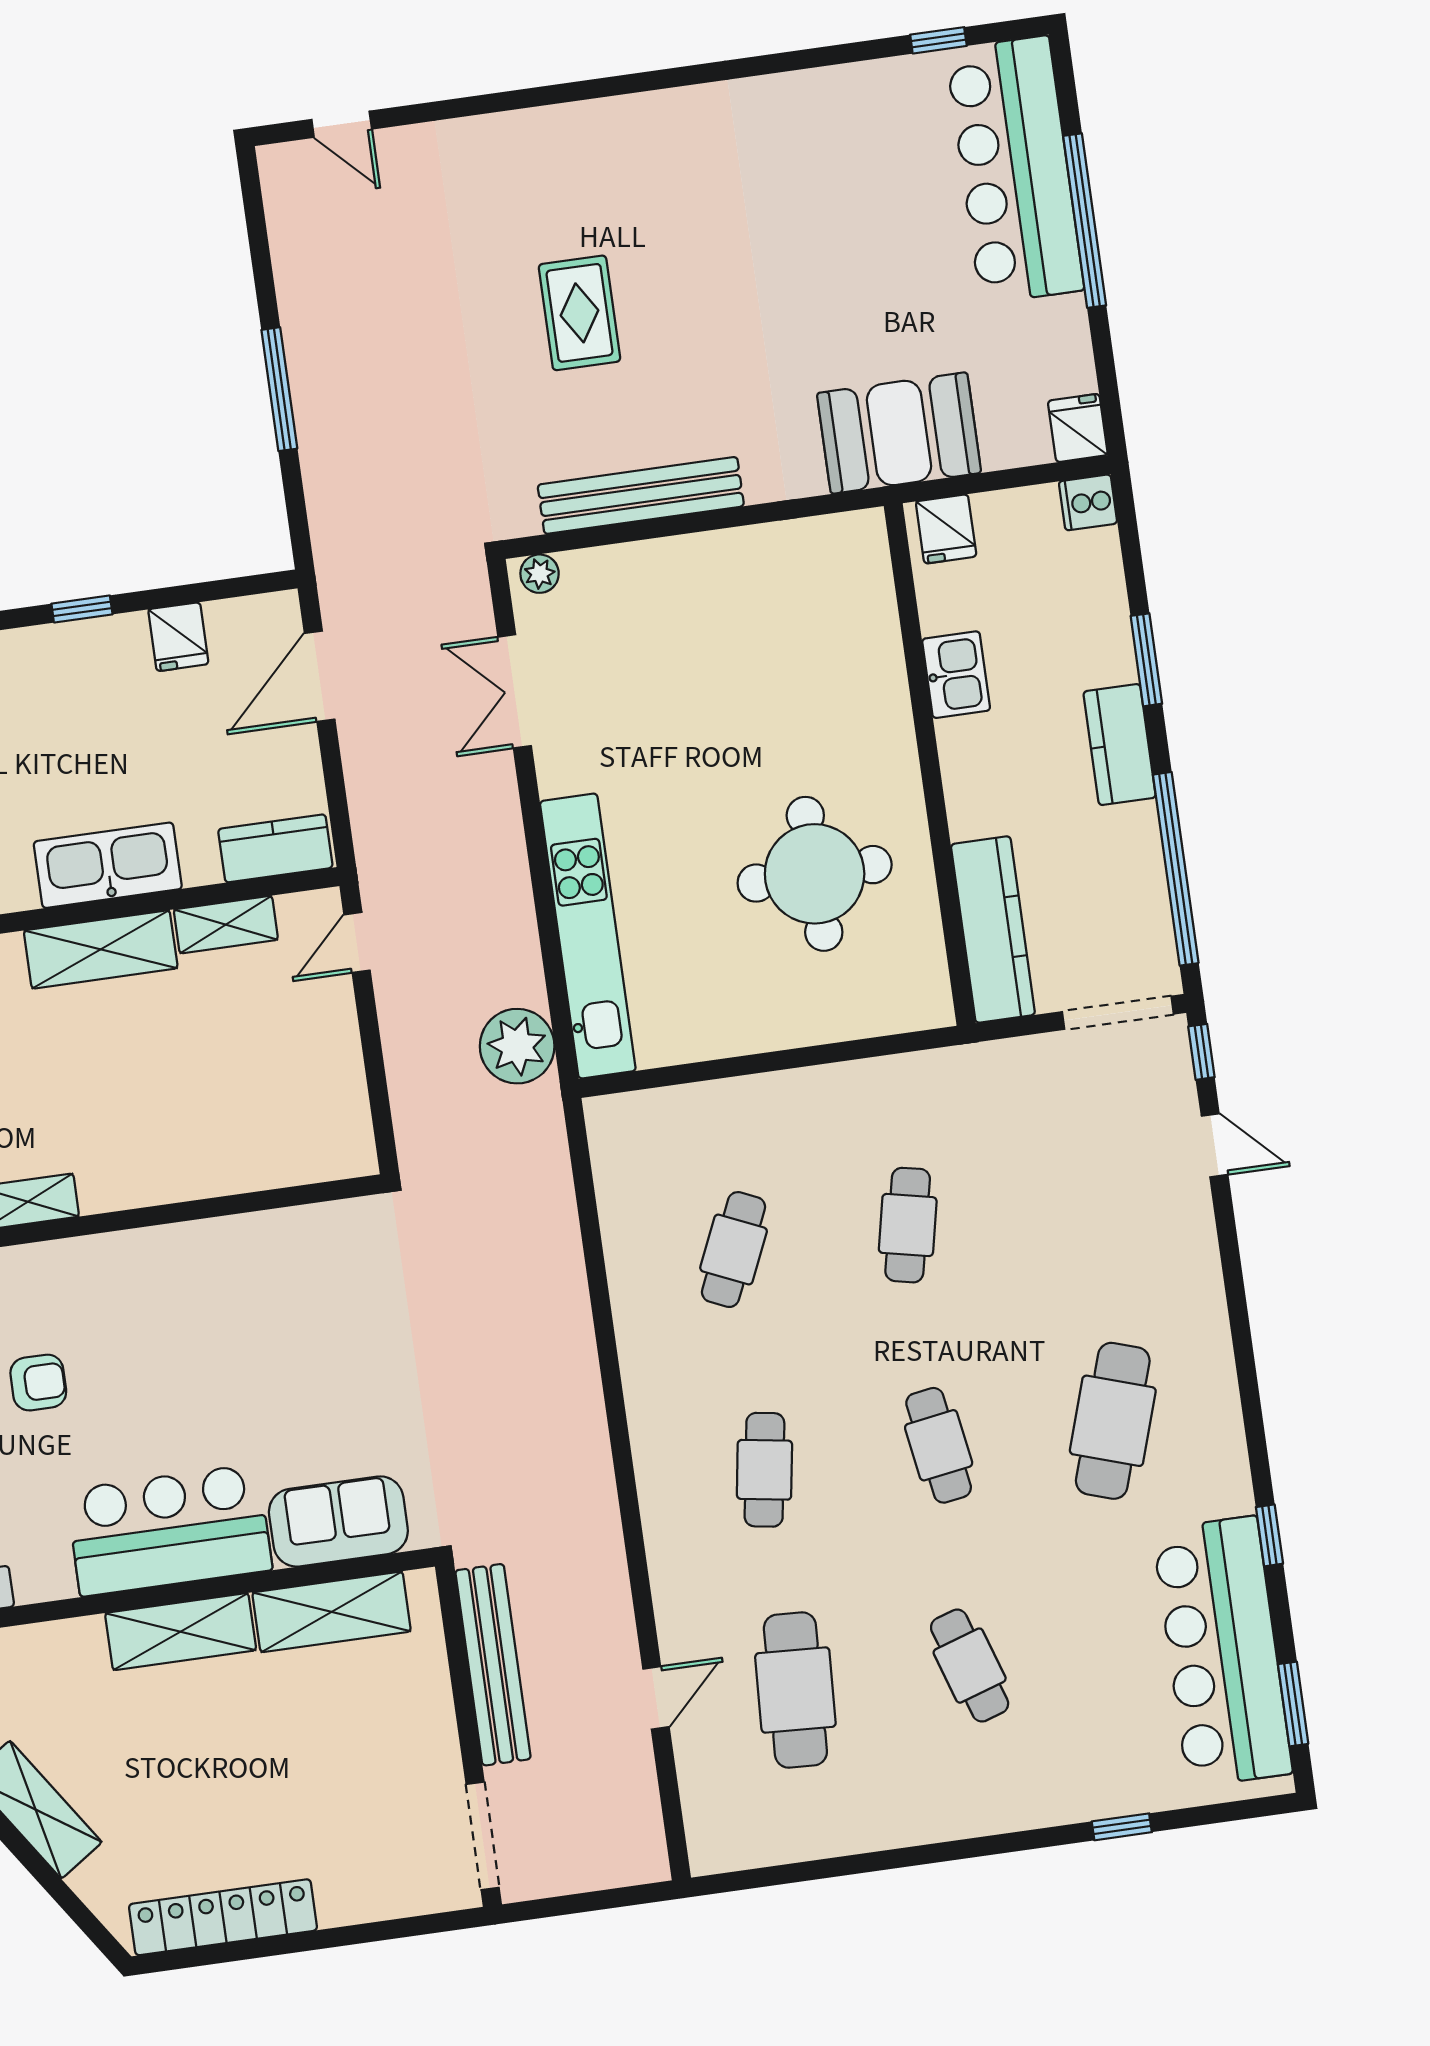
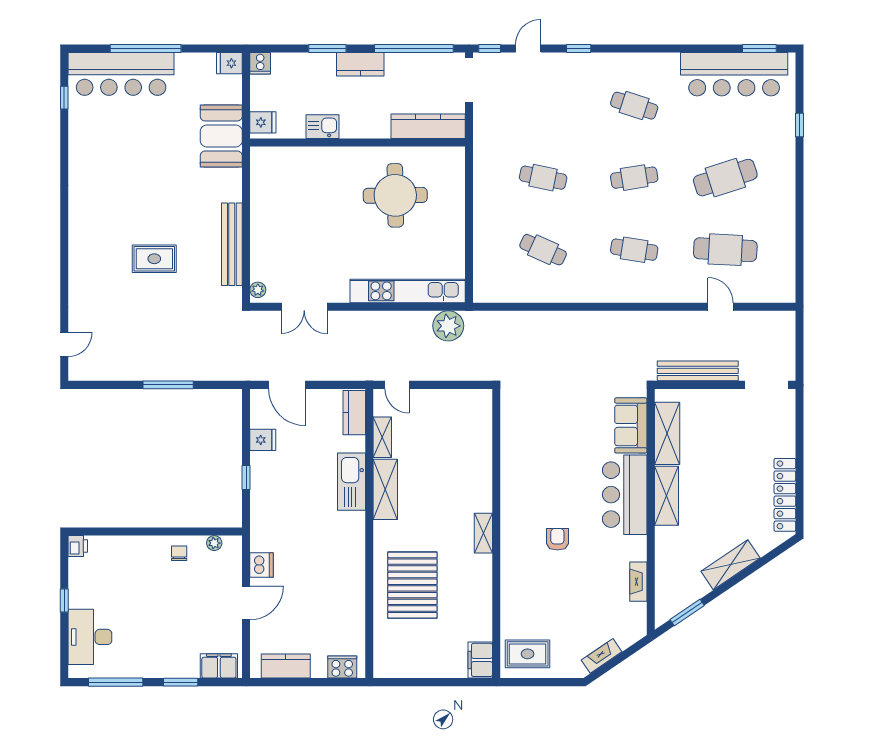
cafe table: (1113, 1421) -> (634, 106), width x0.73, depth x0.74
window: (1269, 1535) -> (579, 49), moved
cafe table: (970, 1666) -> (725, 178), width x1.37, depth x1.35

